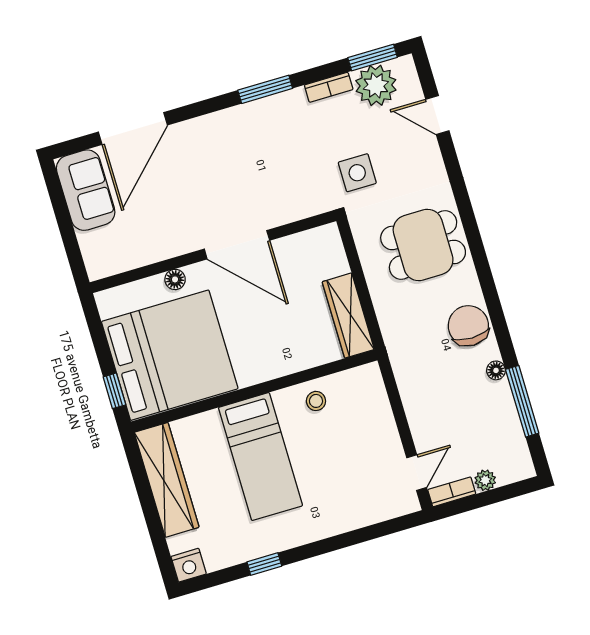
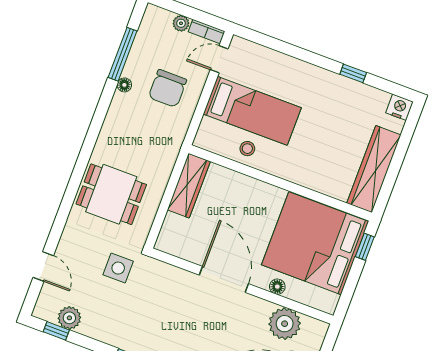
window: (373, 57) -> (56, 331), width x0.67
plant: (376, 85) -> (69, 318), width x0.73, depth x0.73
bookcase: (329, 87) -> (96, 333), removed
plant: (138, 246) -> (285, 324), added
chair: (468, 326) -> (168, 88), moved
bed: (260, 457) -> (252, 111), moved, turned 90

